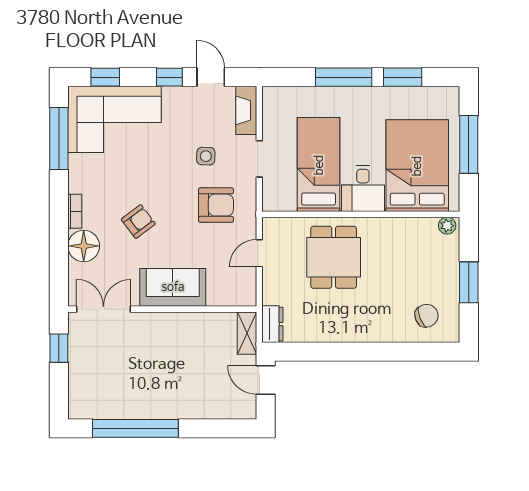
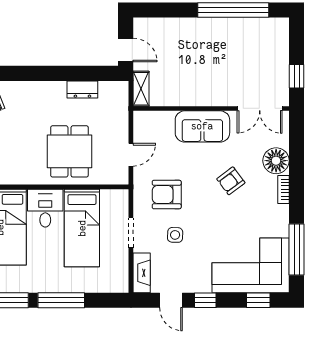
dresser: (272, 324) -> (82, 89), moved, turned -90

